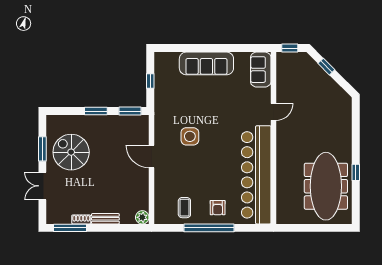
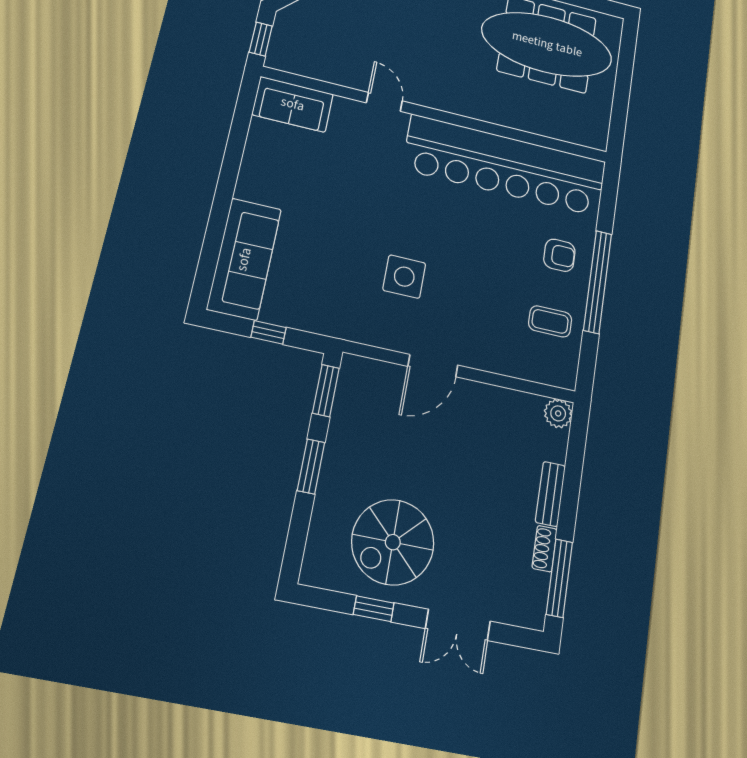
sofa: (206, 63) -> (244, 259), moved
window: (42, 149) -> (374, 609), width x0.67

